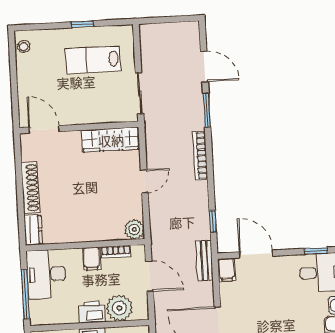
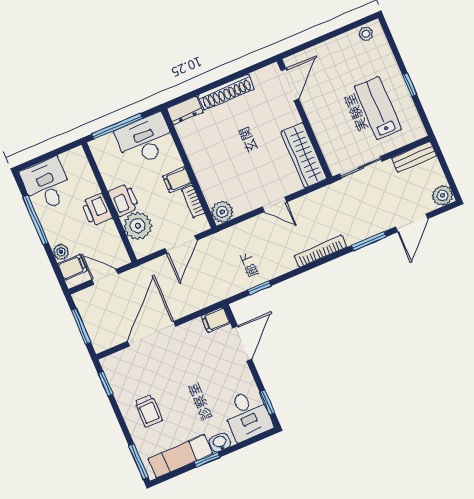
plant: (190, 31) -> (442, 195), added
bench: (204, 260) -> (414, 157), moved

